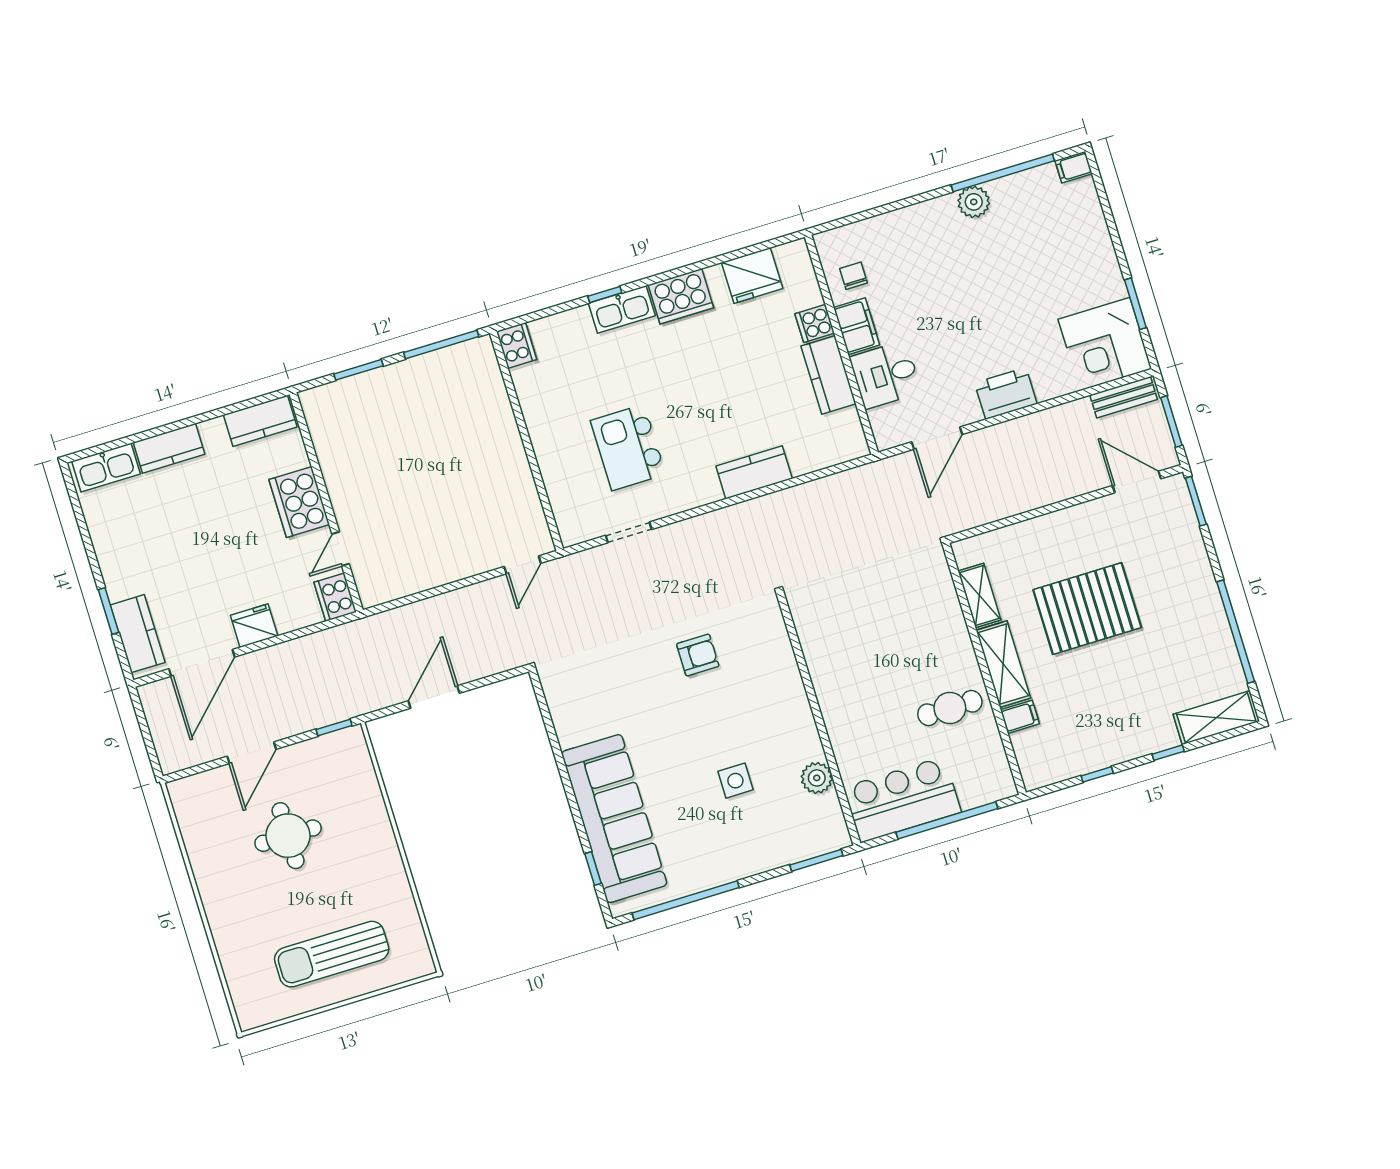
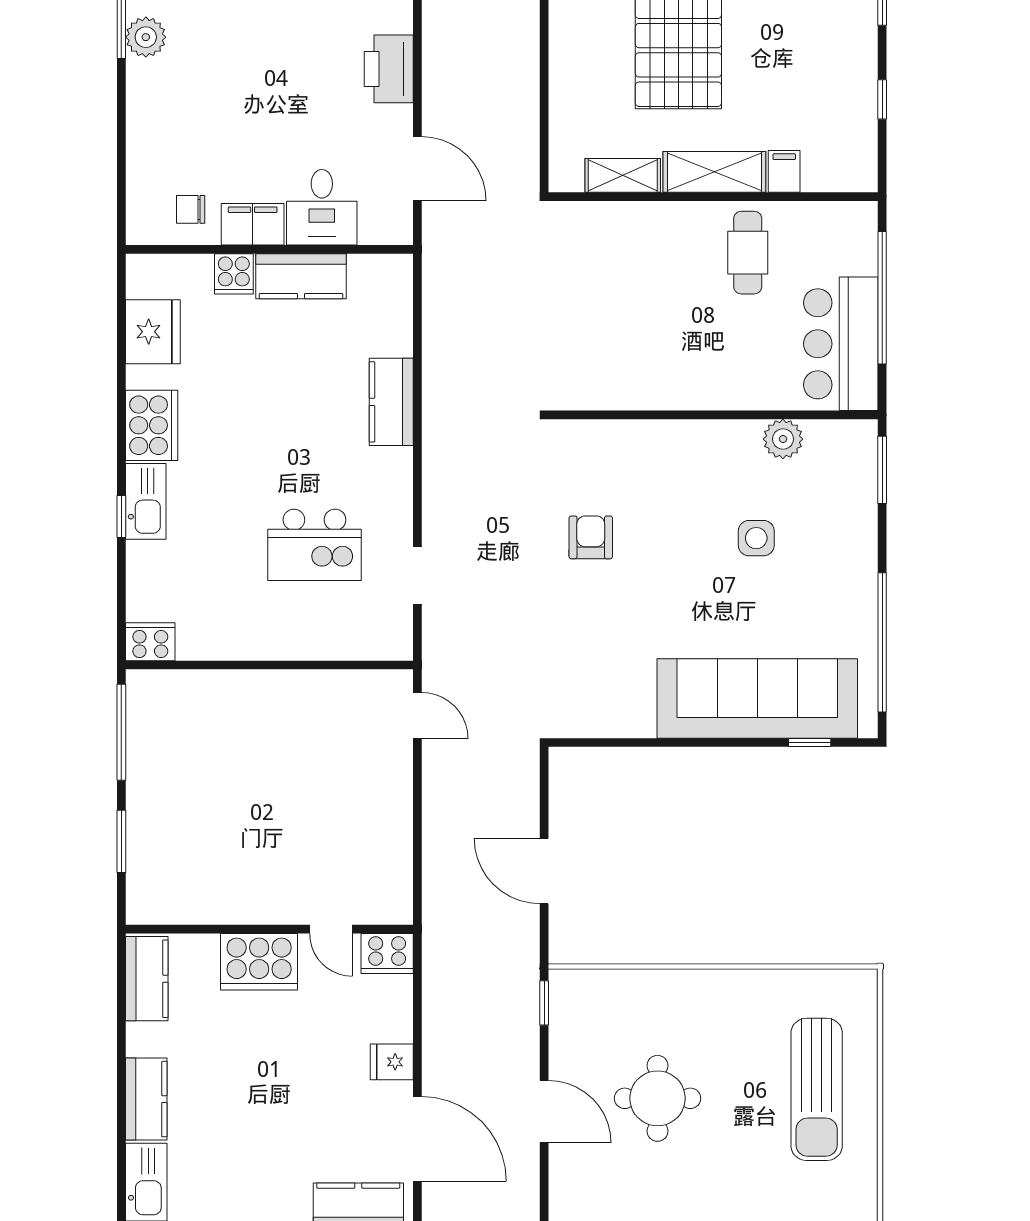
fridge: (254, 626) -> (392, 1062), width x0.72

